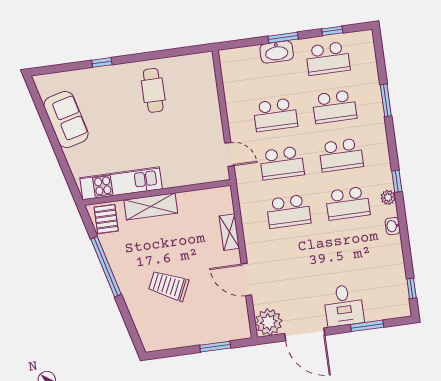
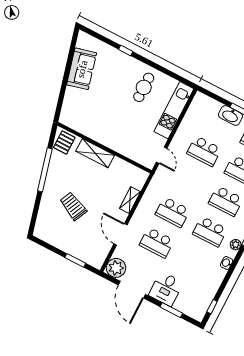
school desk: (282, 163) -> (157, 243), moved
kitchen unit: (121, 183) -> (174, 110), moved, turned -90

